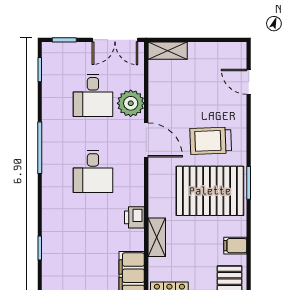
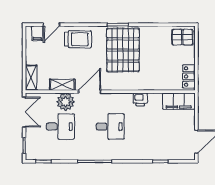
trolley: (211, 141) -> (78, 39), moved, turned -88
shelving: (157, 237) -> (62, 85), moved
filing cabinet: (235, 246) -> (37, 33), moved

